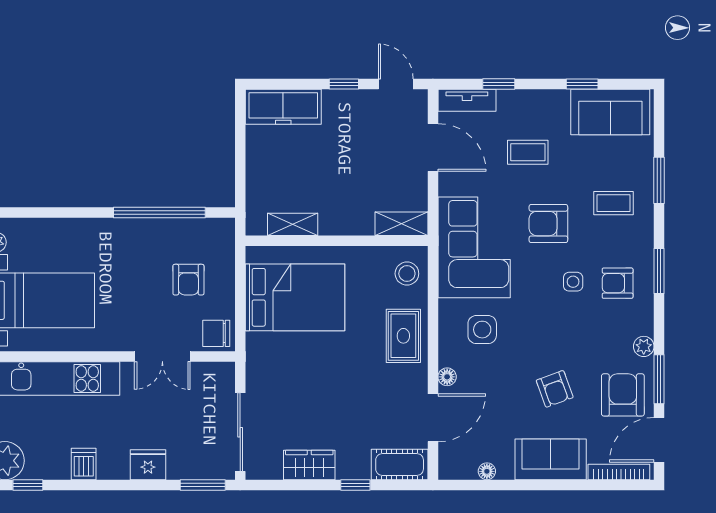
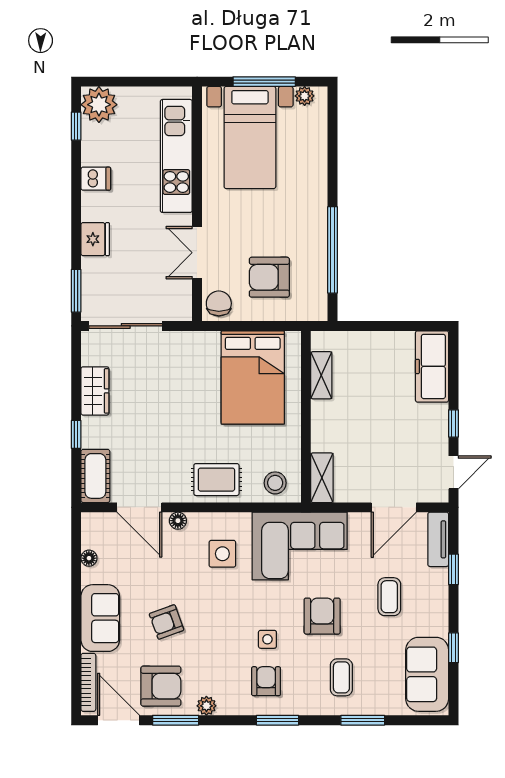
armchair: (188, 280) -> (269, 277), width x1.38, depth x1.38

